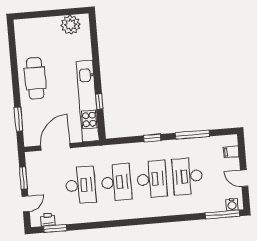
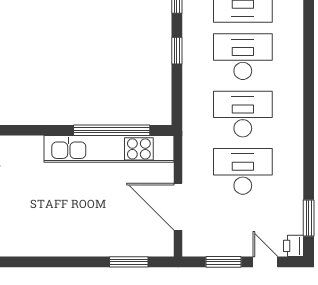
cafe table: (35, 78) -> (66, 230), removed
window: (99, 102) -> (112, 130), width x3.17
printer: (48, 220) -> (294, 246), moved

